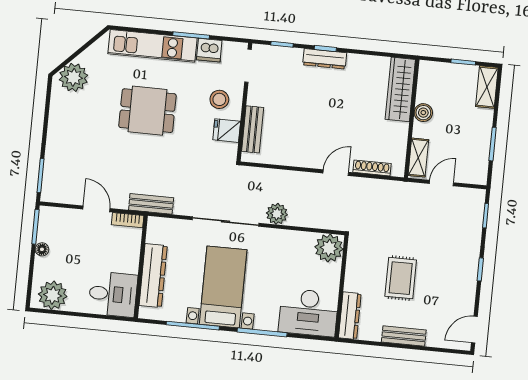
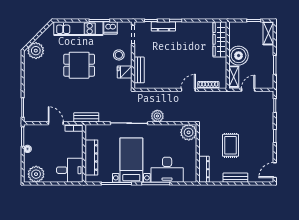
dresser: (325, 59) -> (163, 26), moved
boiler: (423, 113) -> (239, 56), width x1.86, depth x1.86
desk: (308, 313) -> (167, 170), moved

